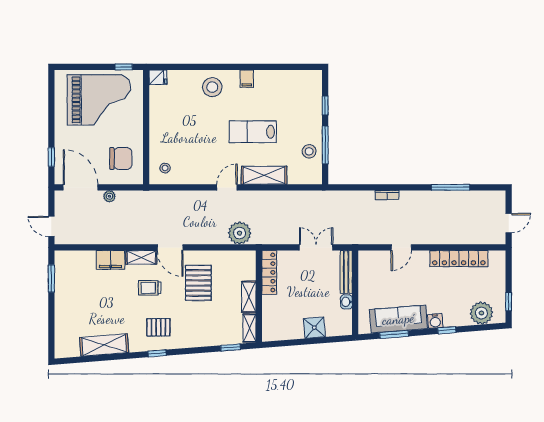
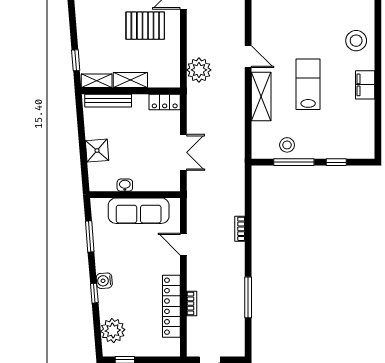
filing cabinet: (247, 79) -> (365, 85), width x2.00
bookcase: (456, 240) -> (192, 303), added
locker: (269, 272) -> (165, 102), width x0.66
bench: (346, 272) -> (108, 101), moved
sofa: (398, 319) -> (139, 211), moved, turned 95

